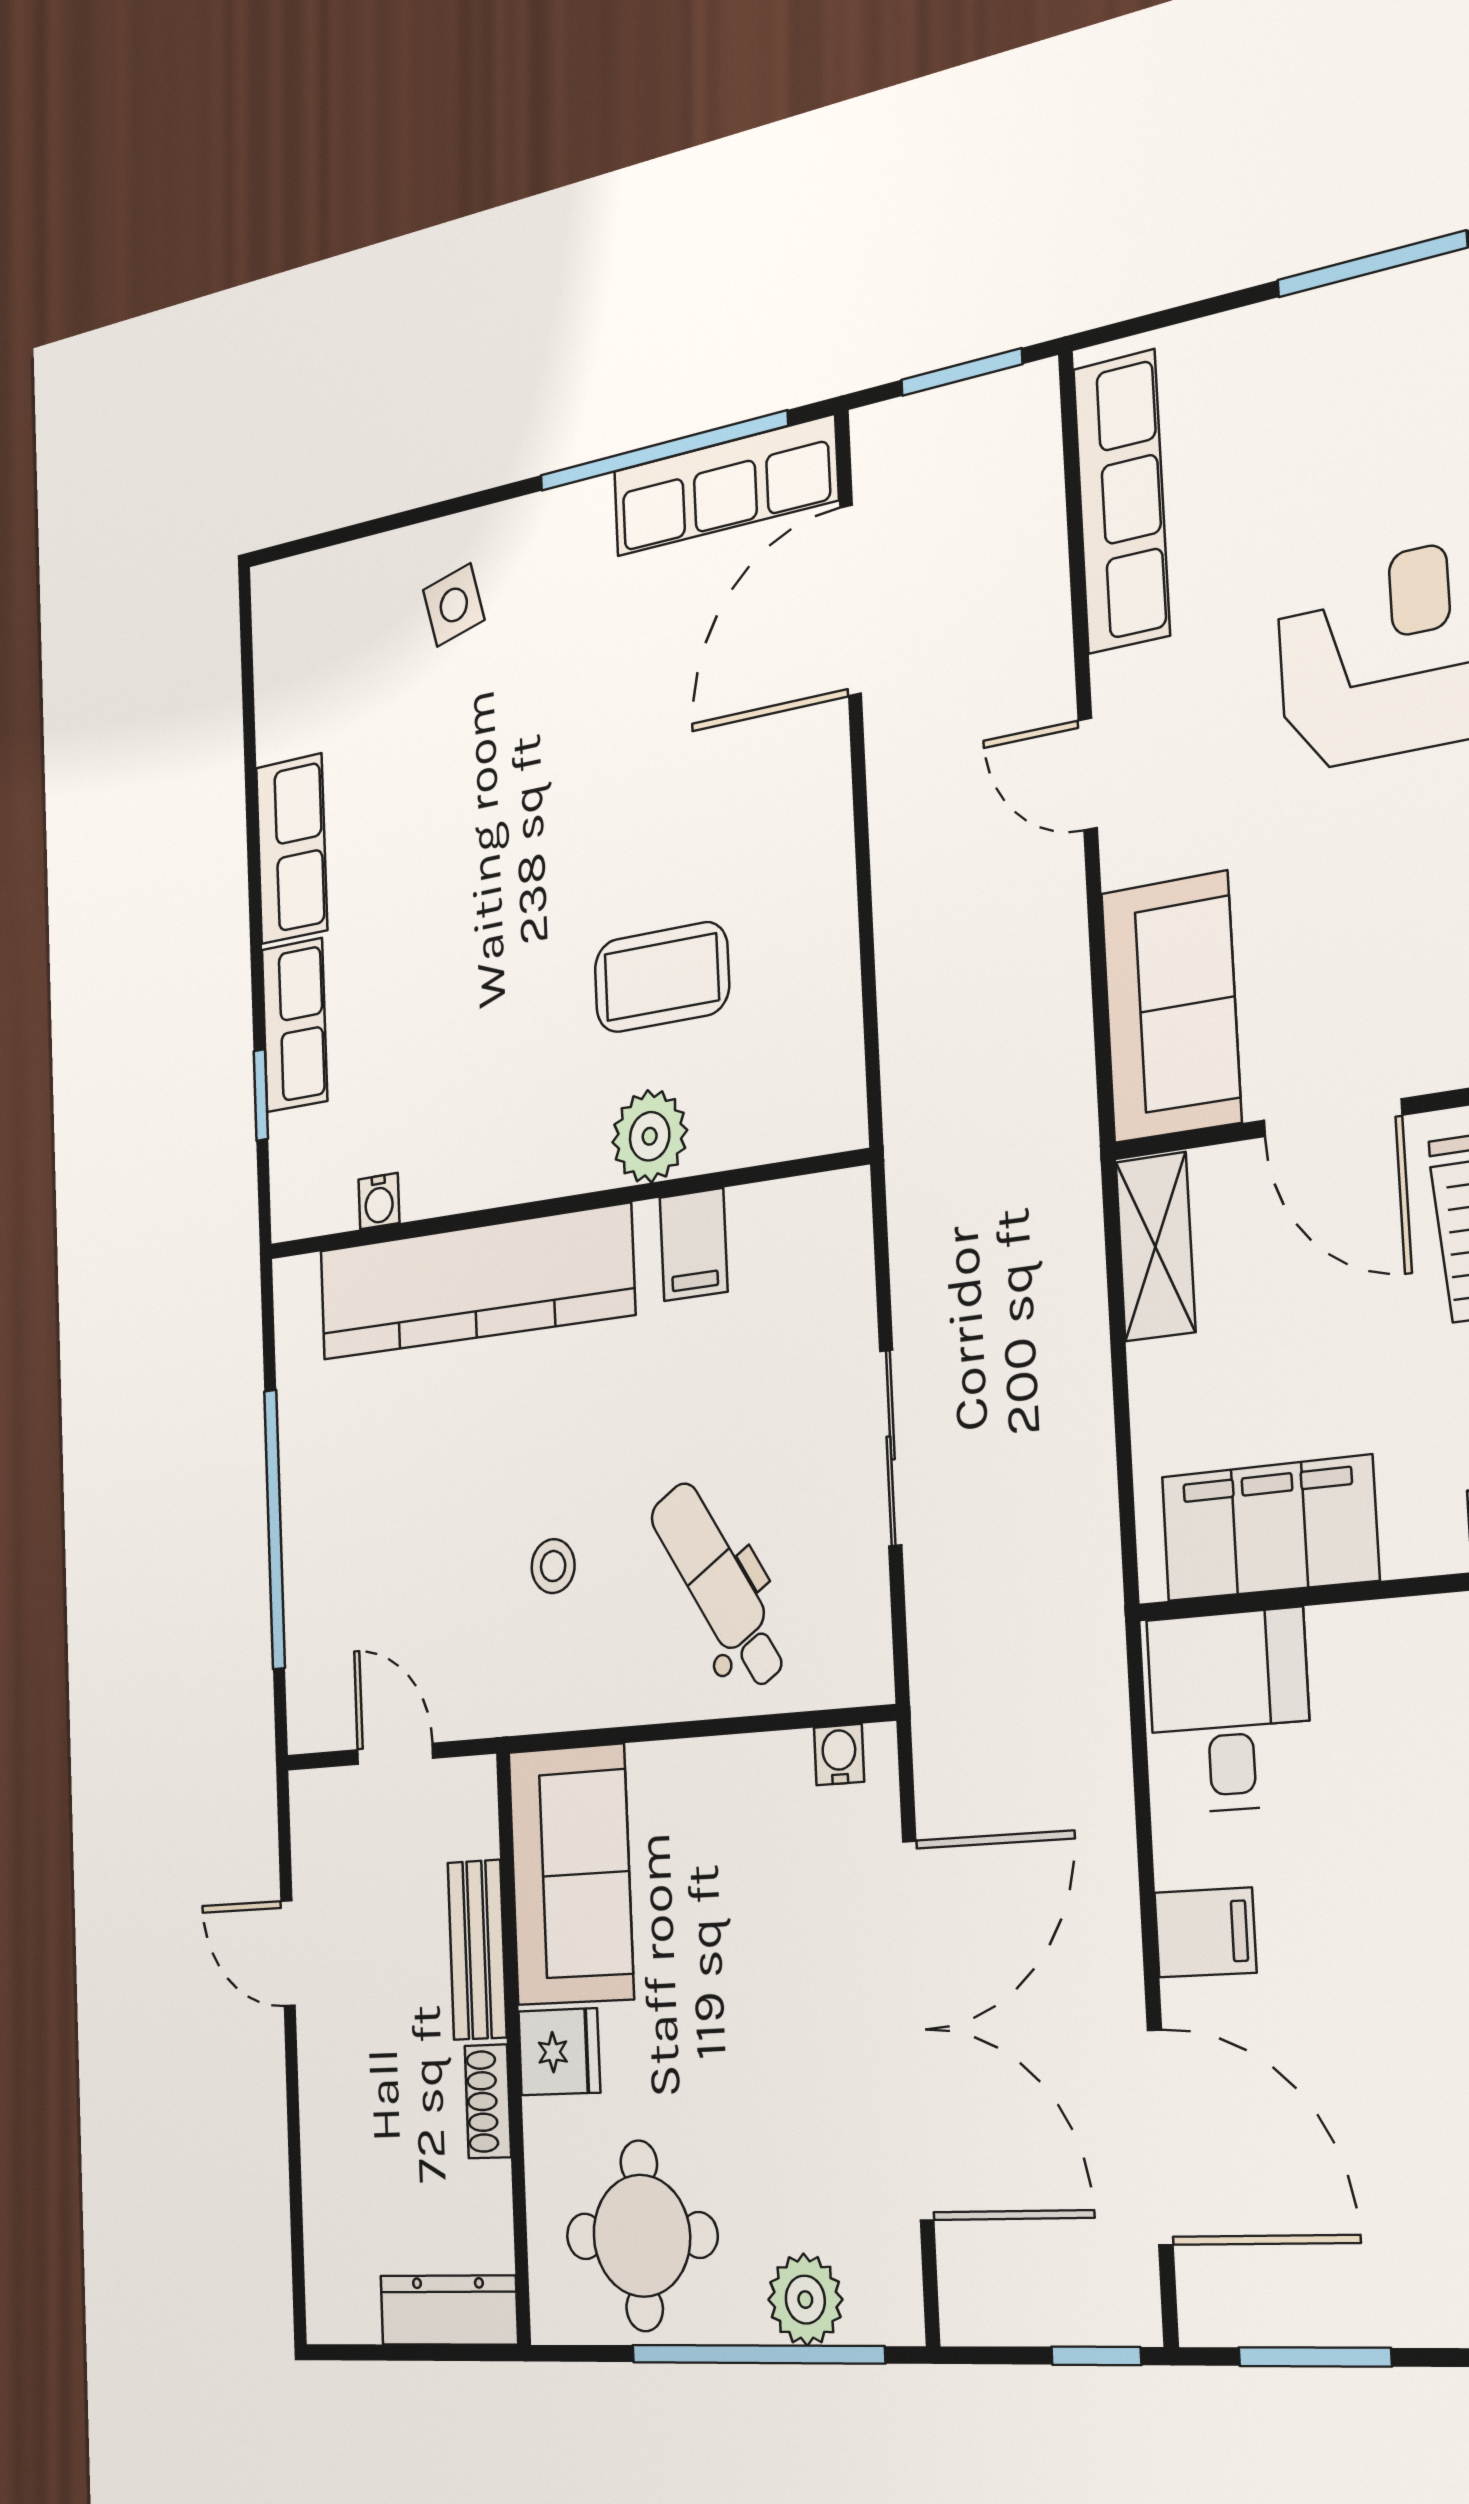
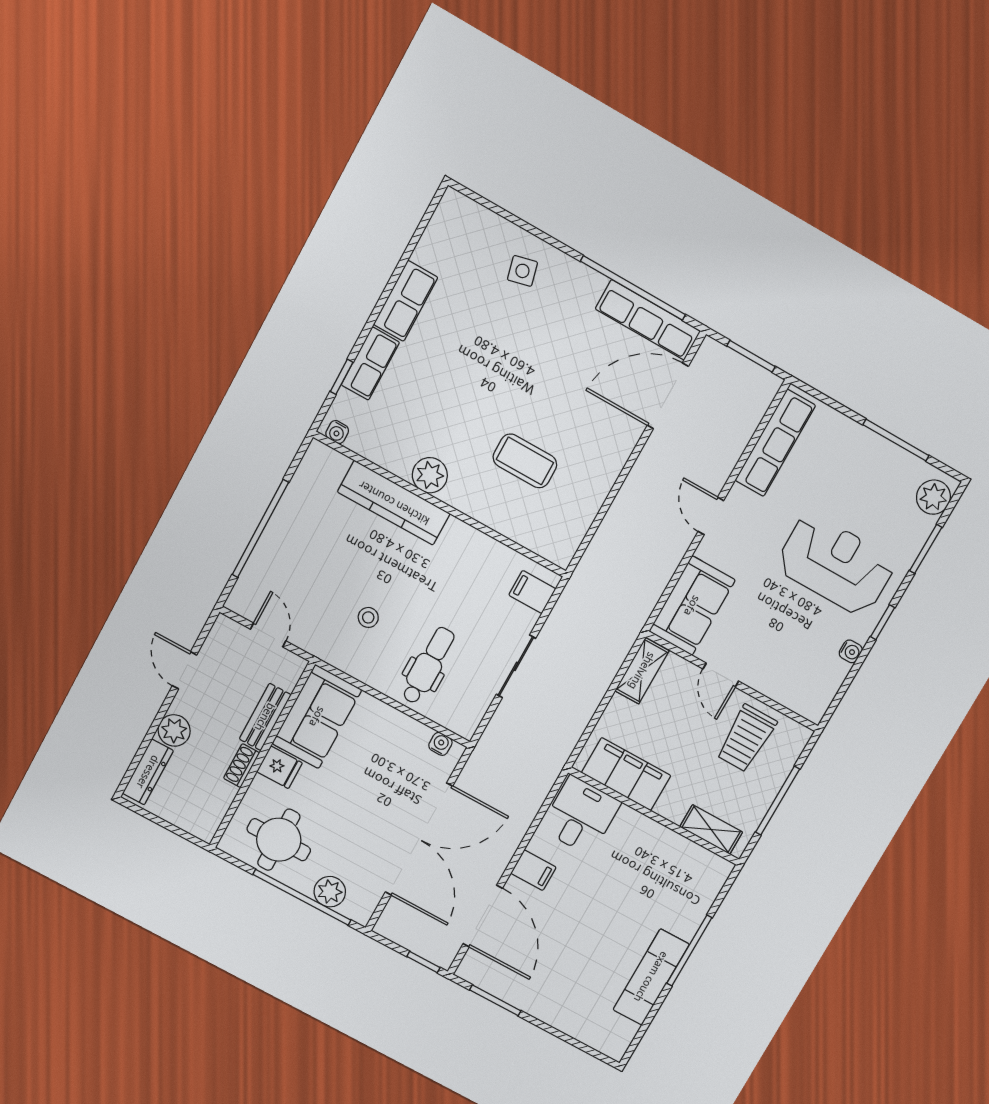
door: (1333, 1118) -> (721, 675), width x0.73
plant: (650, 1136) -> (430, 475), moved
water cooler: (379, 1201) -> (337, 432), moved
filing cabinet: (694, 1244) -> (532, 592), moved, turned 90
kitchen counter: (475, 1282) -> (394, 503), width x0.72, depth x0.86
dental chair: (719, 1585) -> (428, 665), turned 32
plant: (331, 2109) -> (174, 730), added
dresser: (449, 2310) -> (148, 772), moved, turned 90

